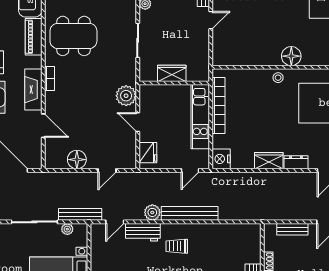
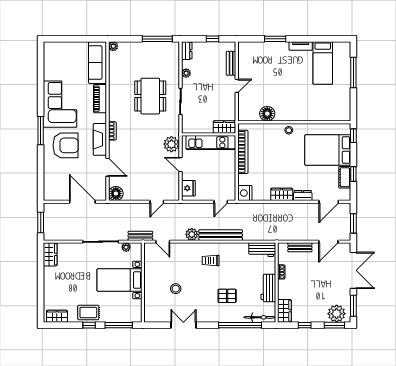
dining table: (73, 36) -> (150, 96), moved, turned 90
floor lamp: (291, 56) -> (267, 114), moved
wardrobe: (172, 73) -> (224, 127), moved
kitchen unit: (200, 117) -> (211, 142), moved, turned -90
floor lamp: (77, 160) -> (116, 193), moved
bench: (80, 214) -> (140, 236), width x0.73
door: (115, 222) -> (163, 242), hinge flipped
workbench: (143, 232) -> (262, 250), moved

